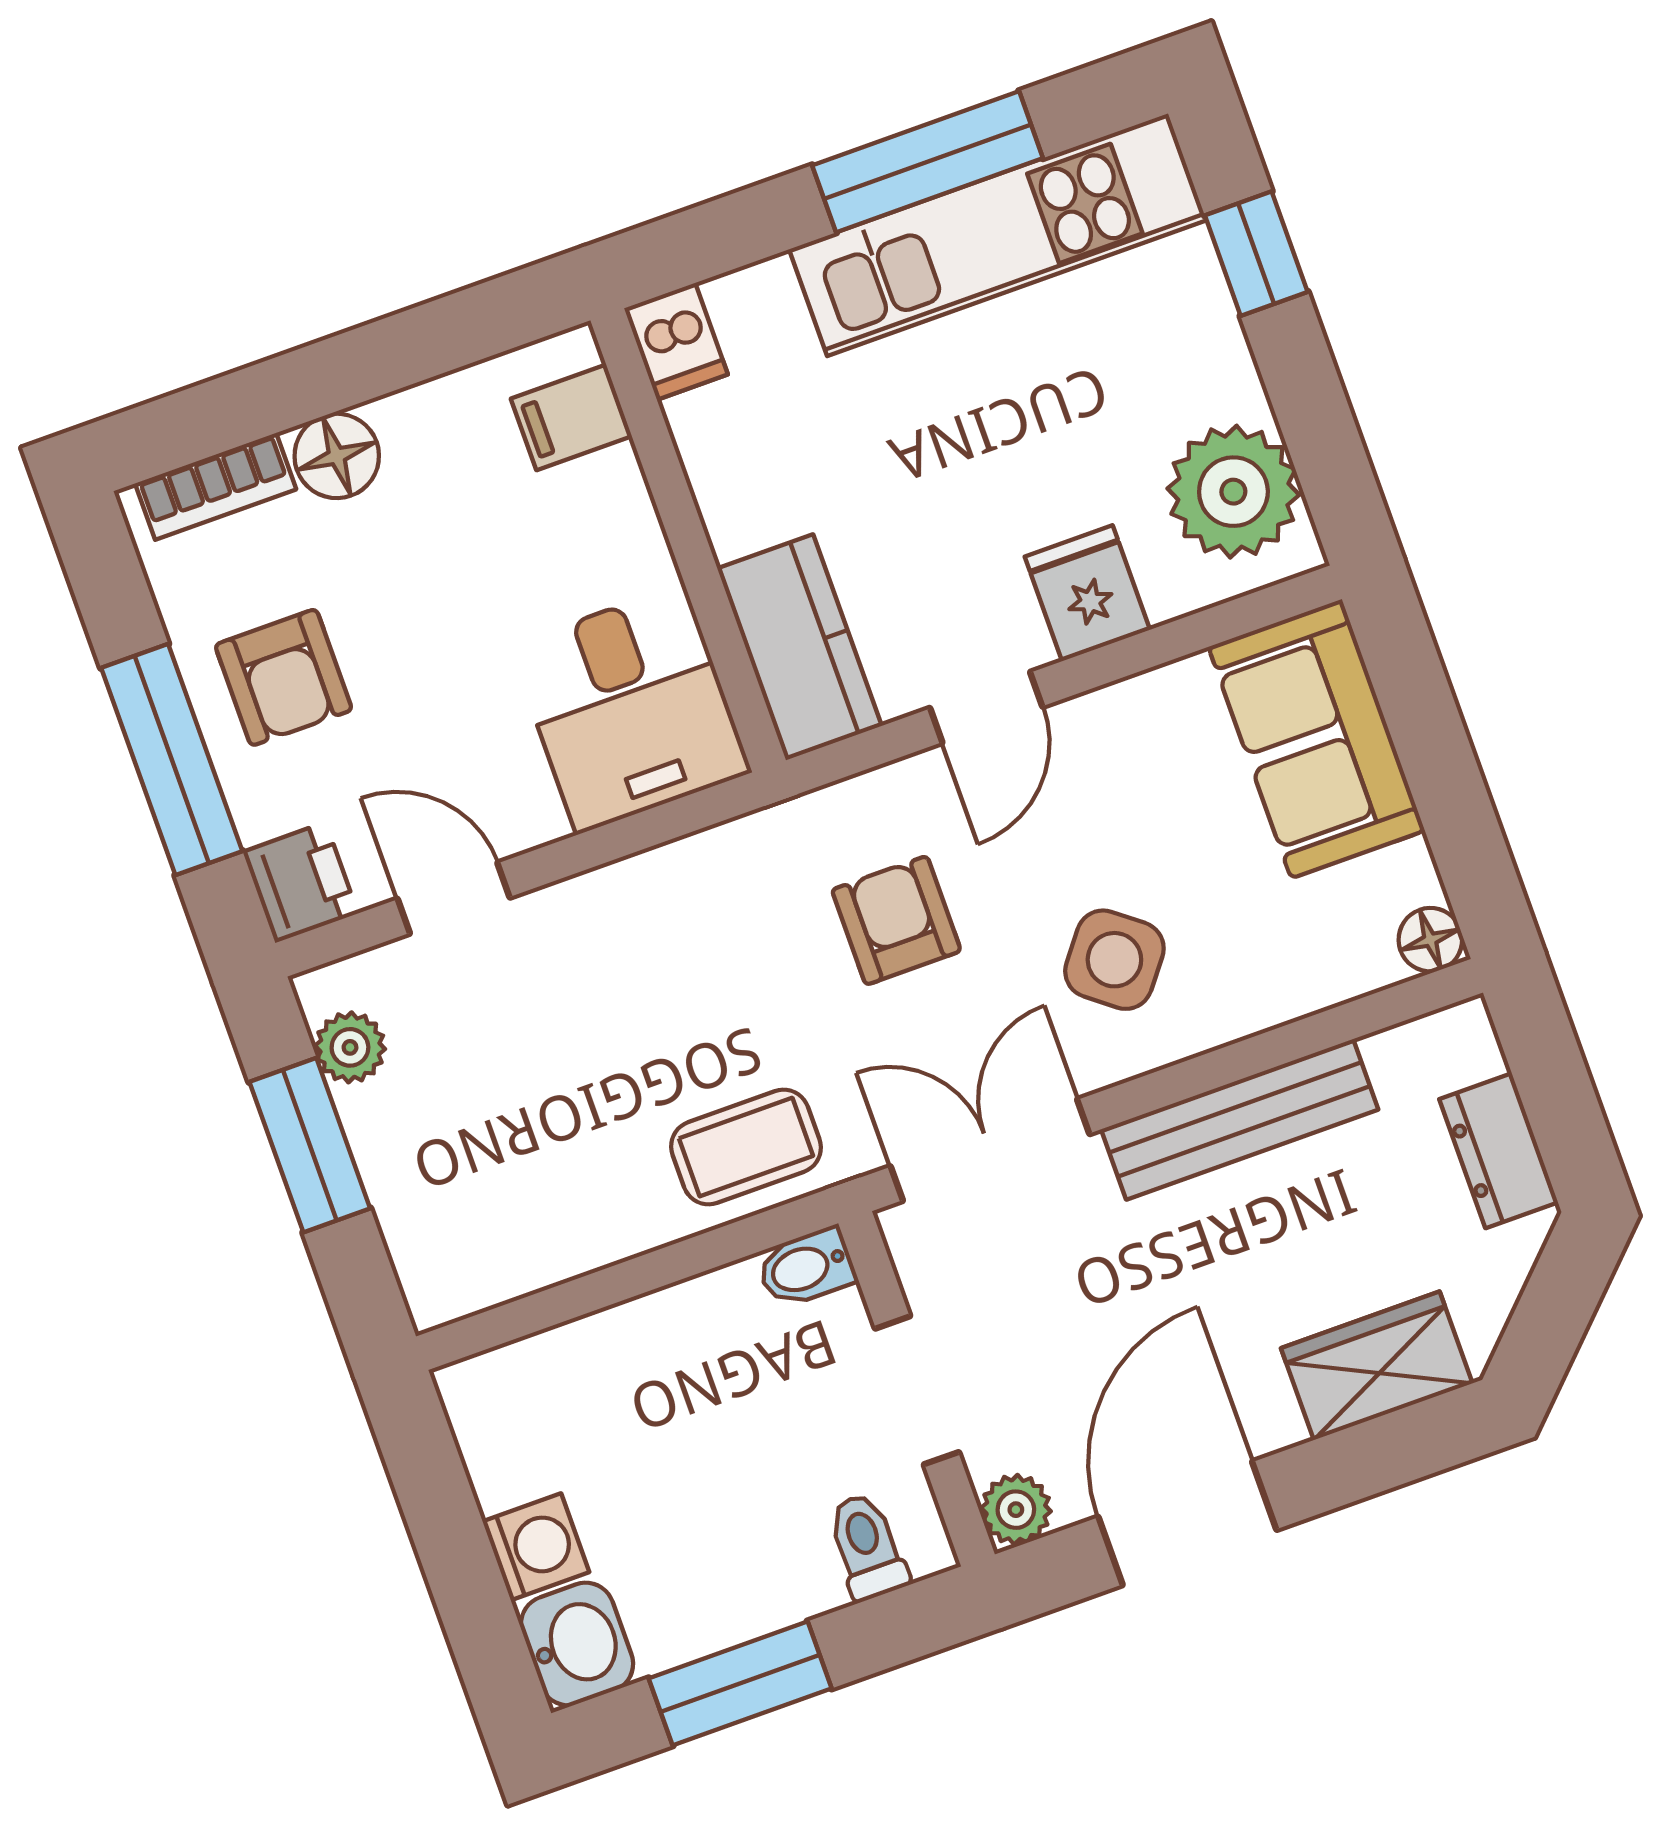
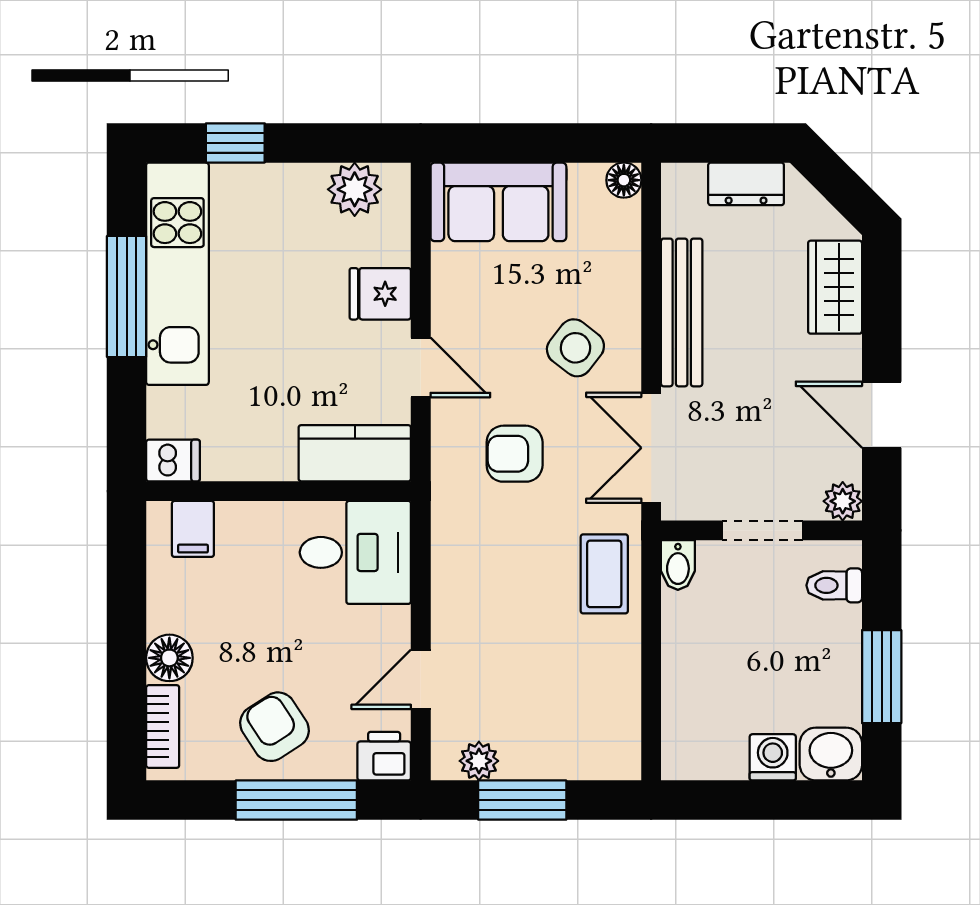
plant: (1233, 492) -> (355, 189), width x0.73, depth x0.73
armchair: (284, 677) -> (274, 727), turned -123
door: (1187, 1523) -> (882, 415), width x0.73

